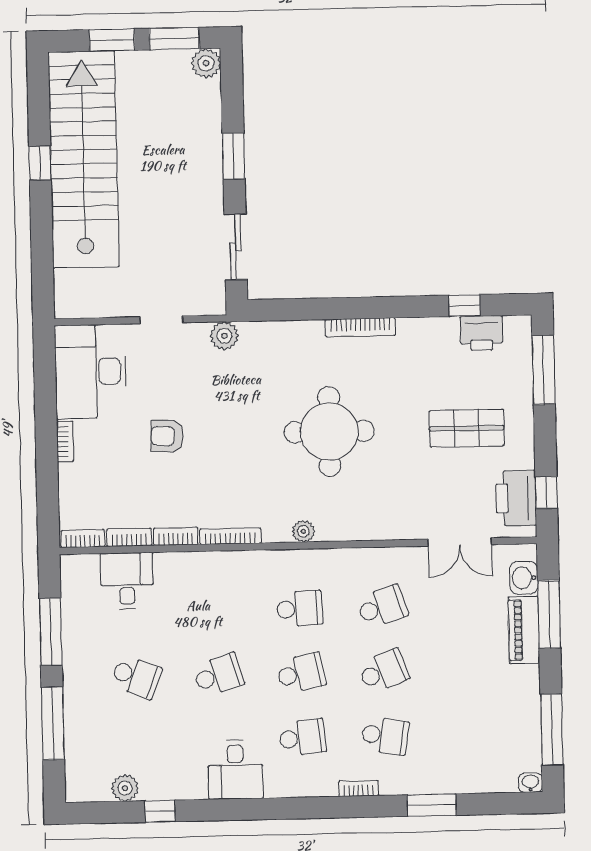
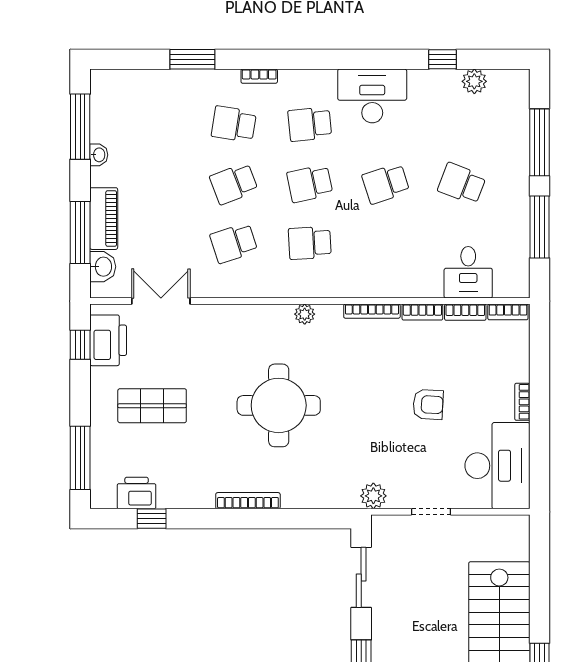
desk: (235, 770) -> (372, 96), width x1.37
washbasin: (530, 783) -> (99, 155), moved, turned -90

